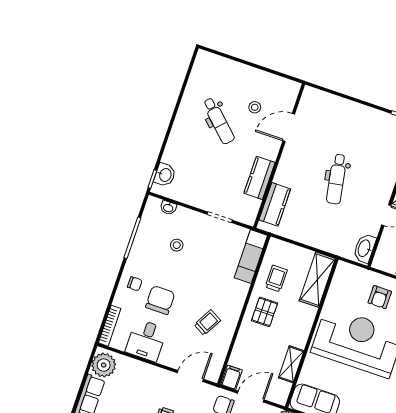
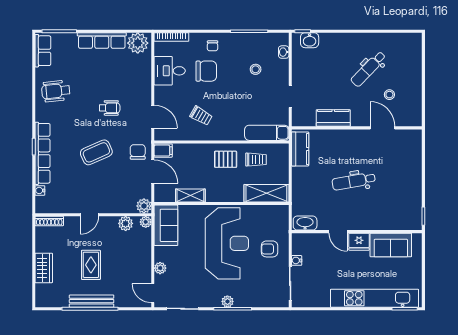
kitchen counter: (275, 204) -> (300, 149), moved, turned -90

